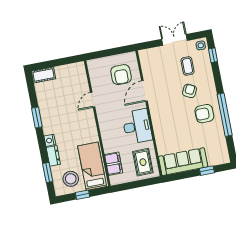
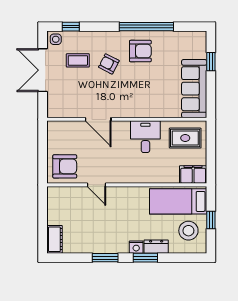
double door: (174, 40) -> (43, 70), width x1.37
armchair: (121, 75) -> (65, 166), moved
armchair: (204, 114) -> (140, 51), turned -90
desk: (137, 126) -> (145, 137), width x0.73
filing cabinet: (114, 164) -> (193, 174), moved
window: (48, 172) -> (145, 258), moved

